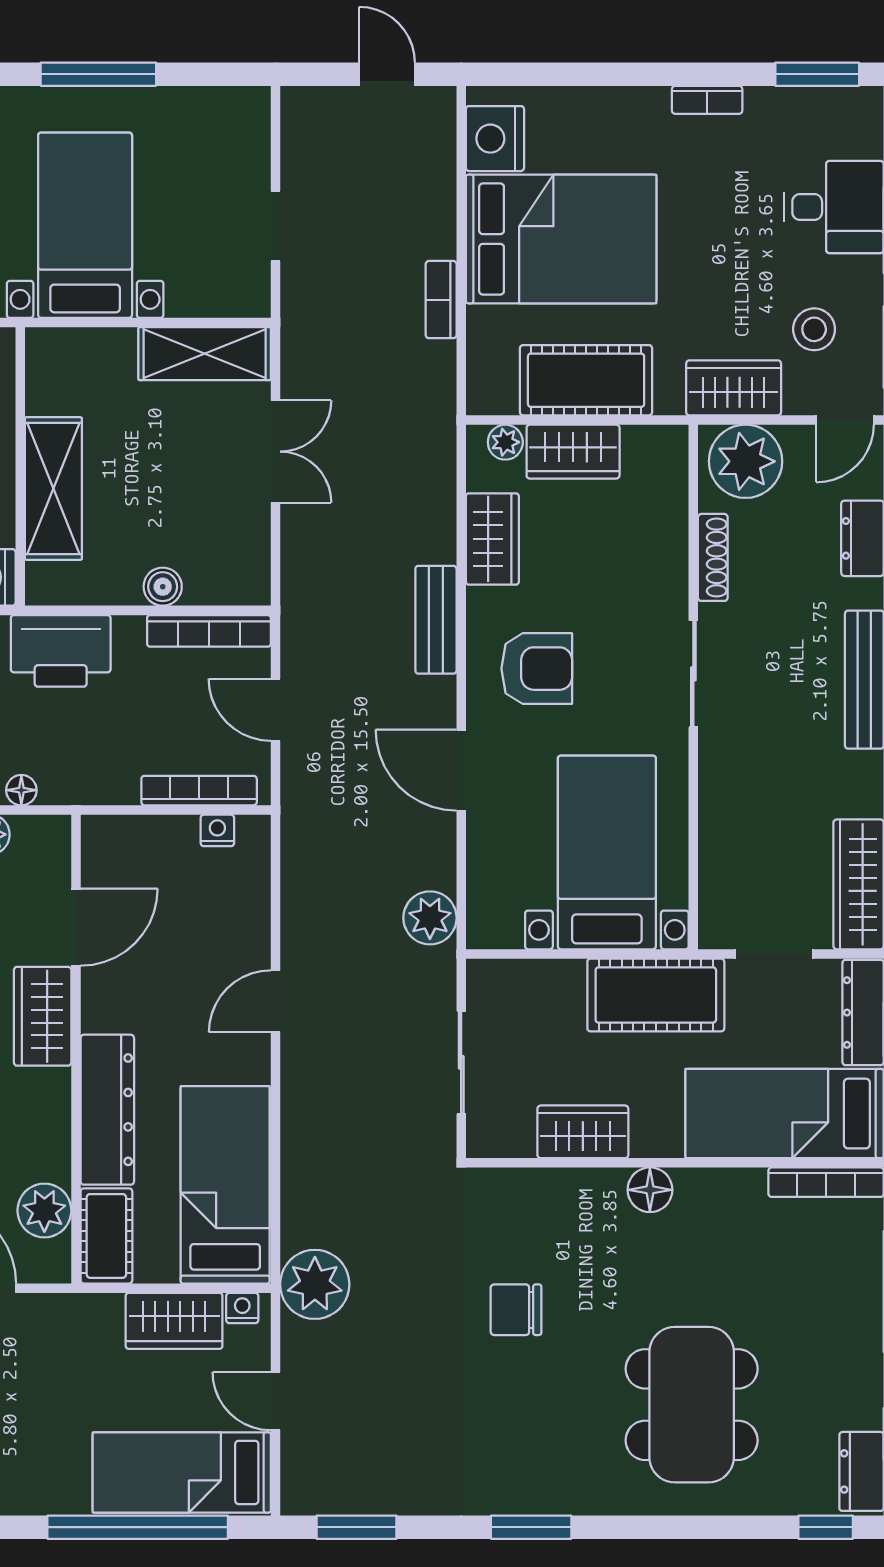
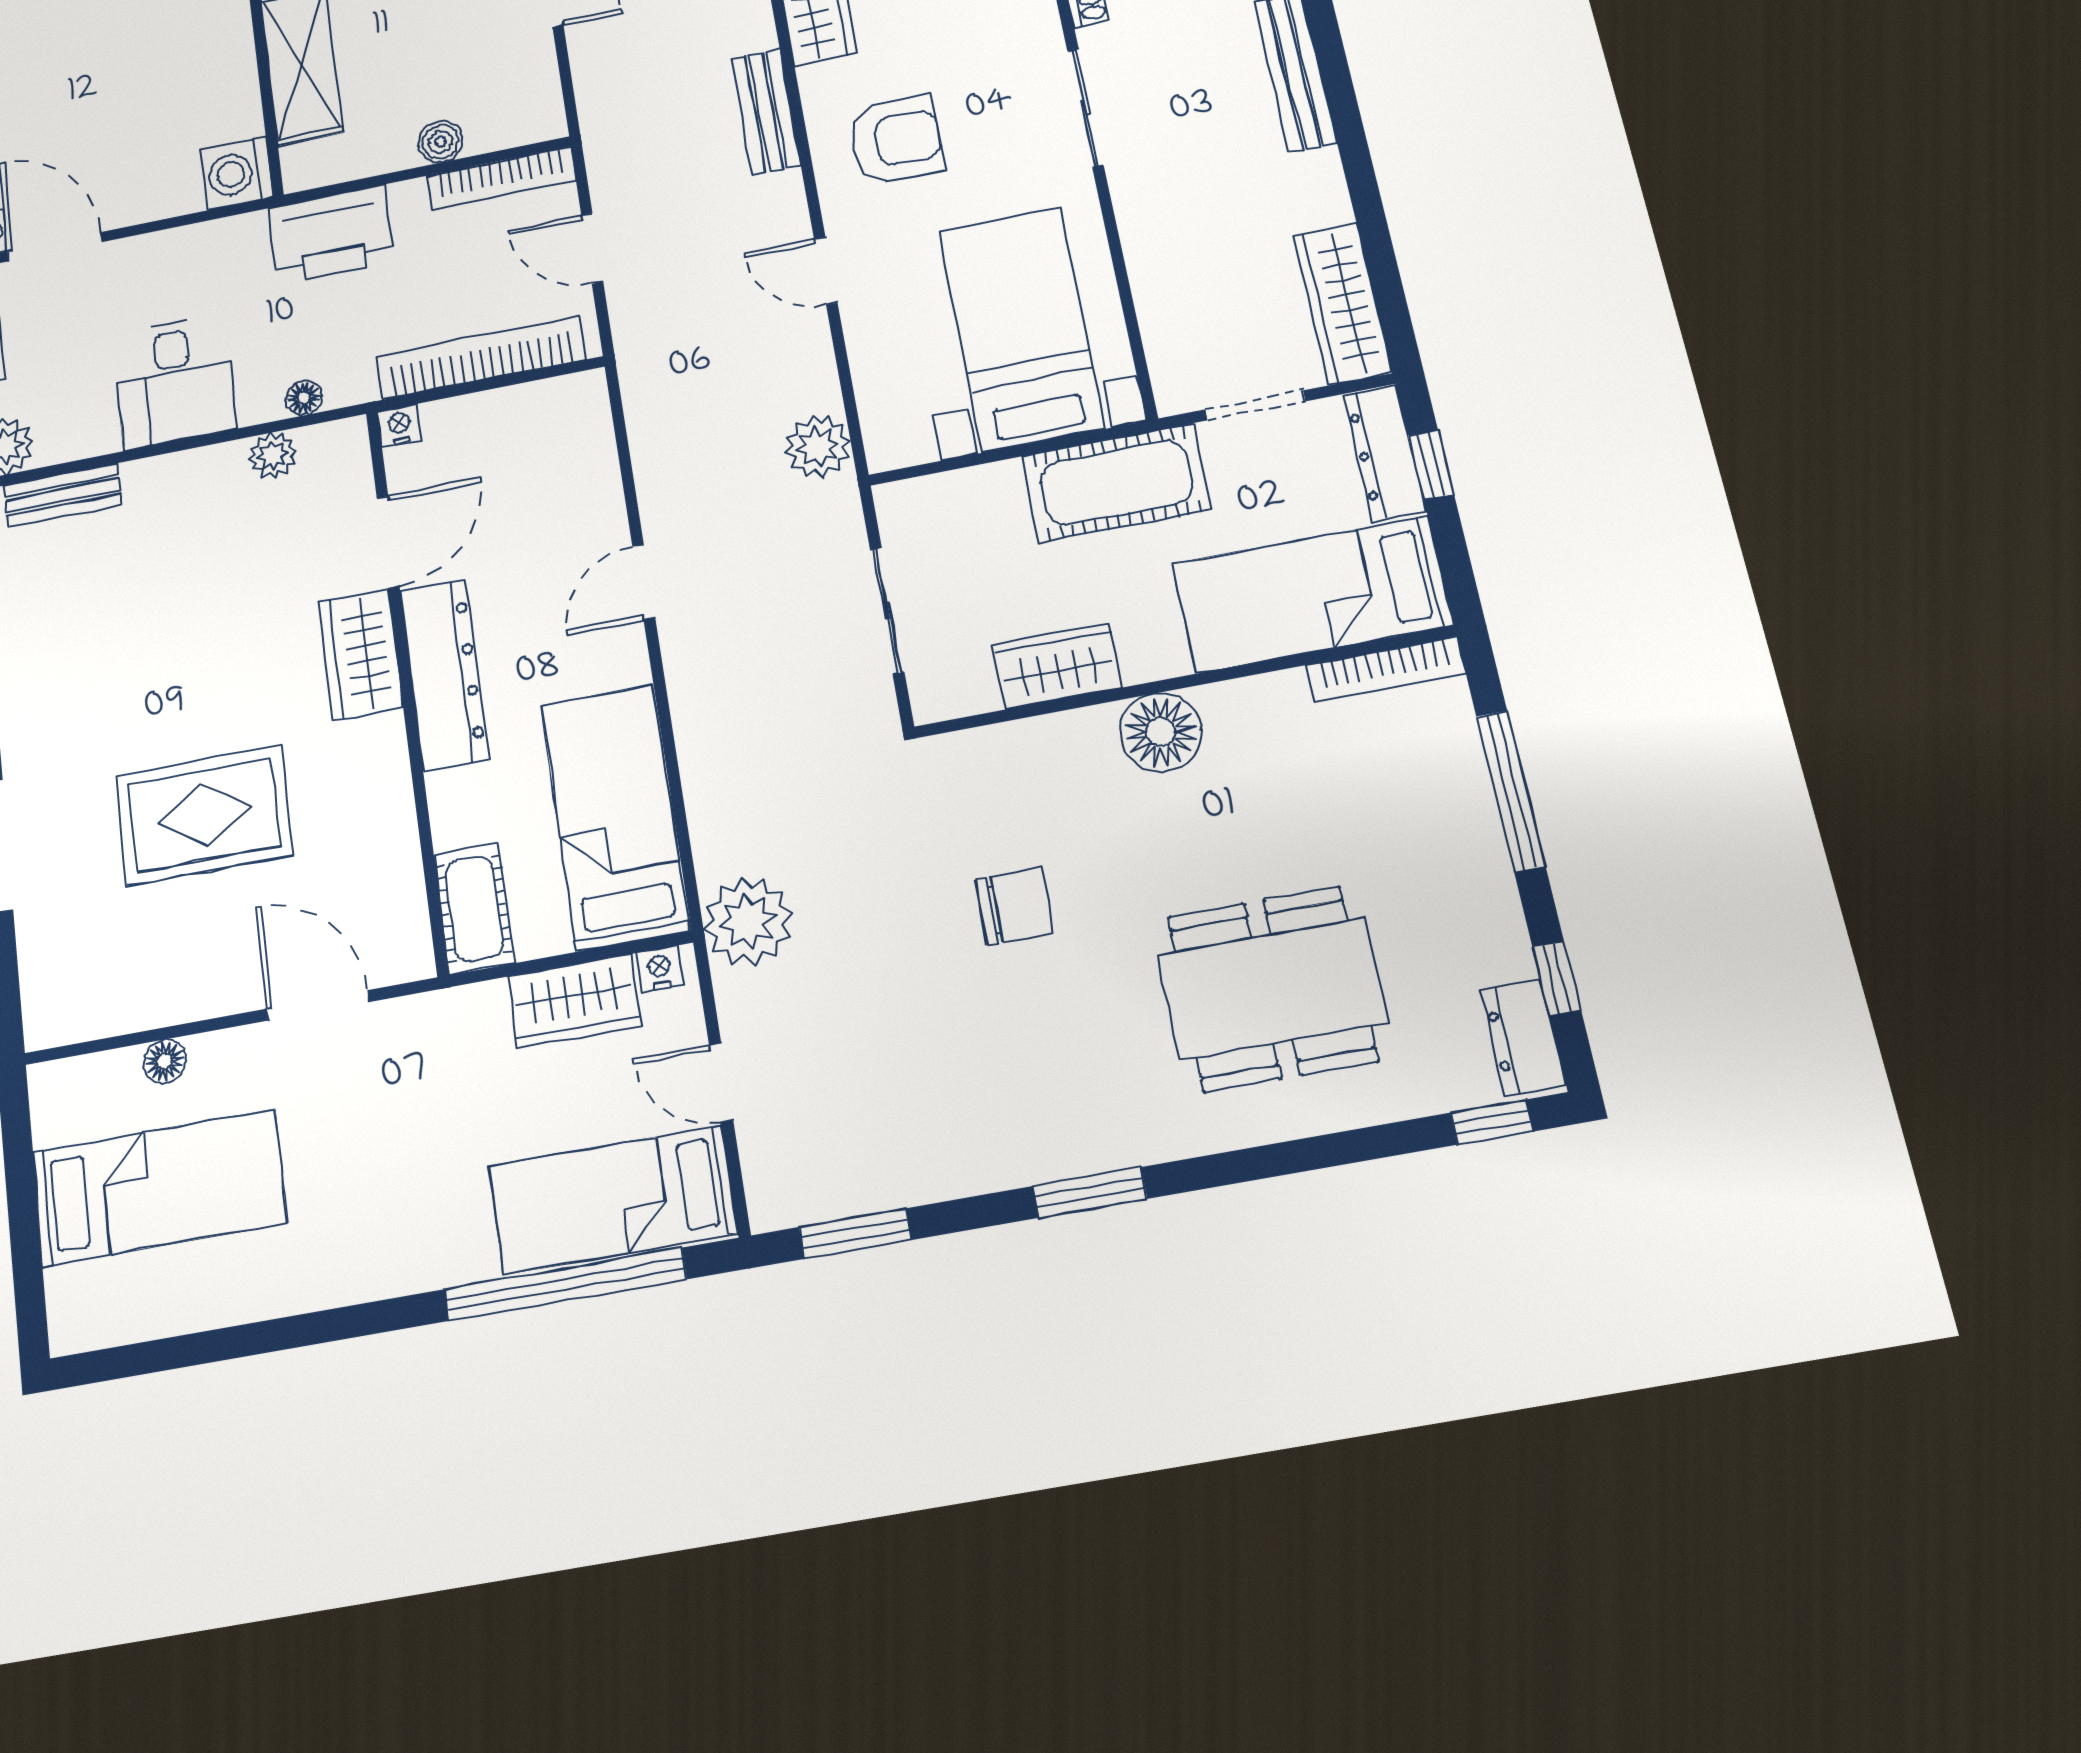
door: (461, 770) -> (826, 271), width x0.73
bookcase: (199, 791) -> (481, 358), width x1.48, depth x1.31
nightstand: (217, 830) -> (400, 426), moved
dresser: (107, 1110) -> (444, 674), moved
floor lamp: (650, 1190) -> (1161, 732), width x1.38, depth x1.38
plant: (44, 1211) -> (392, 891), removed
chair: (516, 1310) -> (1014, 906), turned 180
dining table: (692, 1405) -> (1272, 989), turned 90

